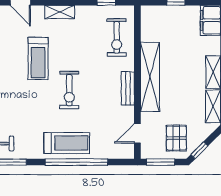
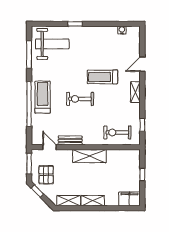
shelving: (150, 77) -> (89, 156), width x0.68
bench: (128, 88) -> (70, 140), moved
pallet: (176, 138) -> (46, 175), turned 90
treadmill: (67, 143) -> (43, 97), turned 180

